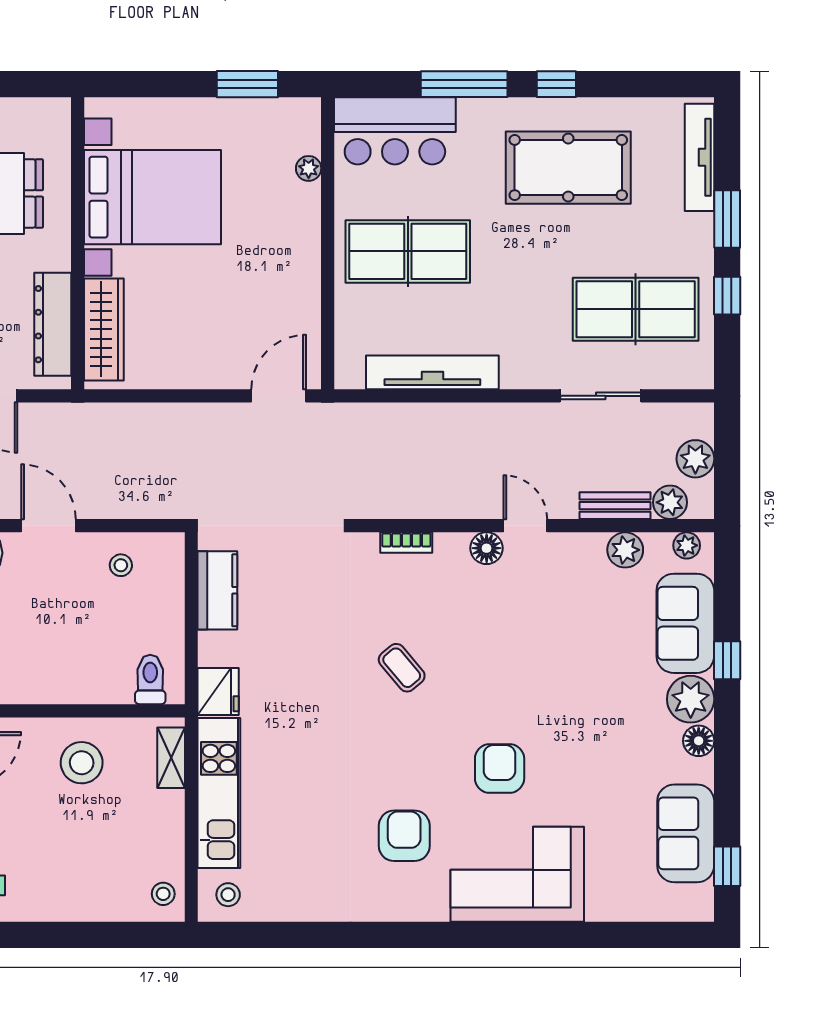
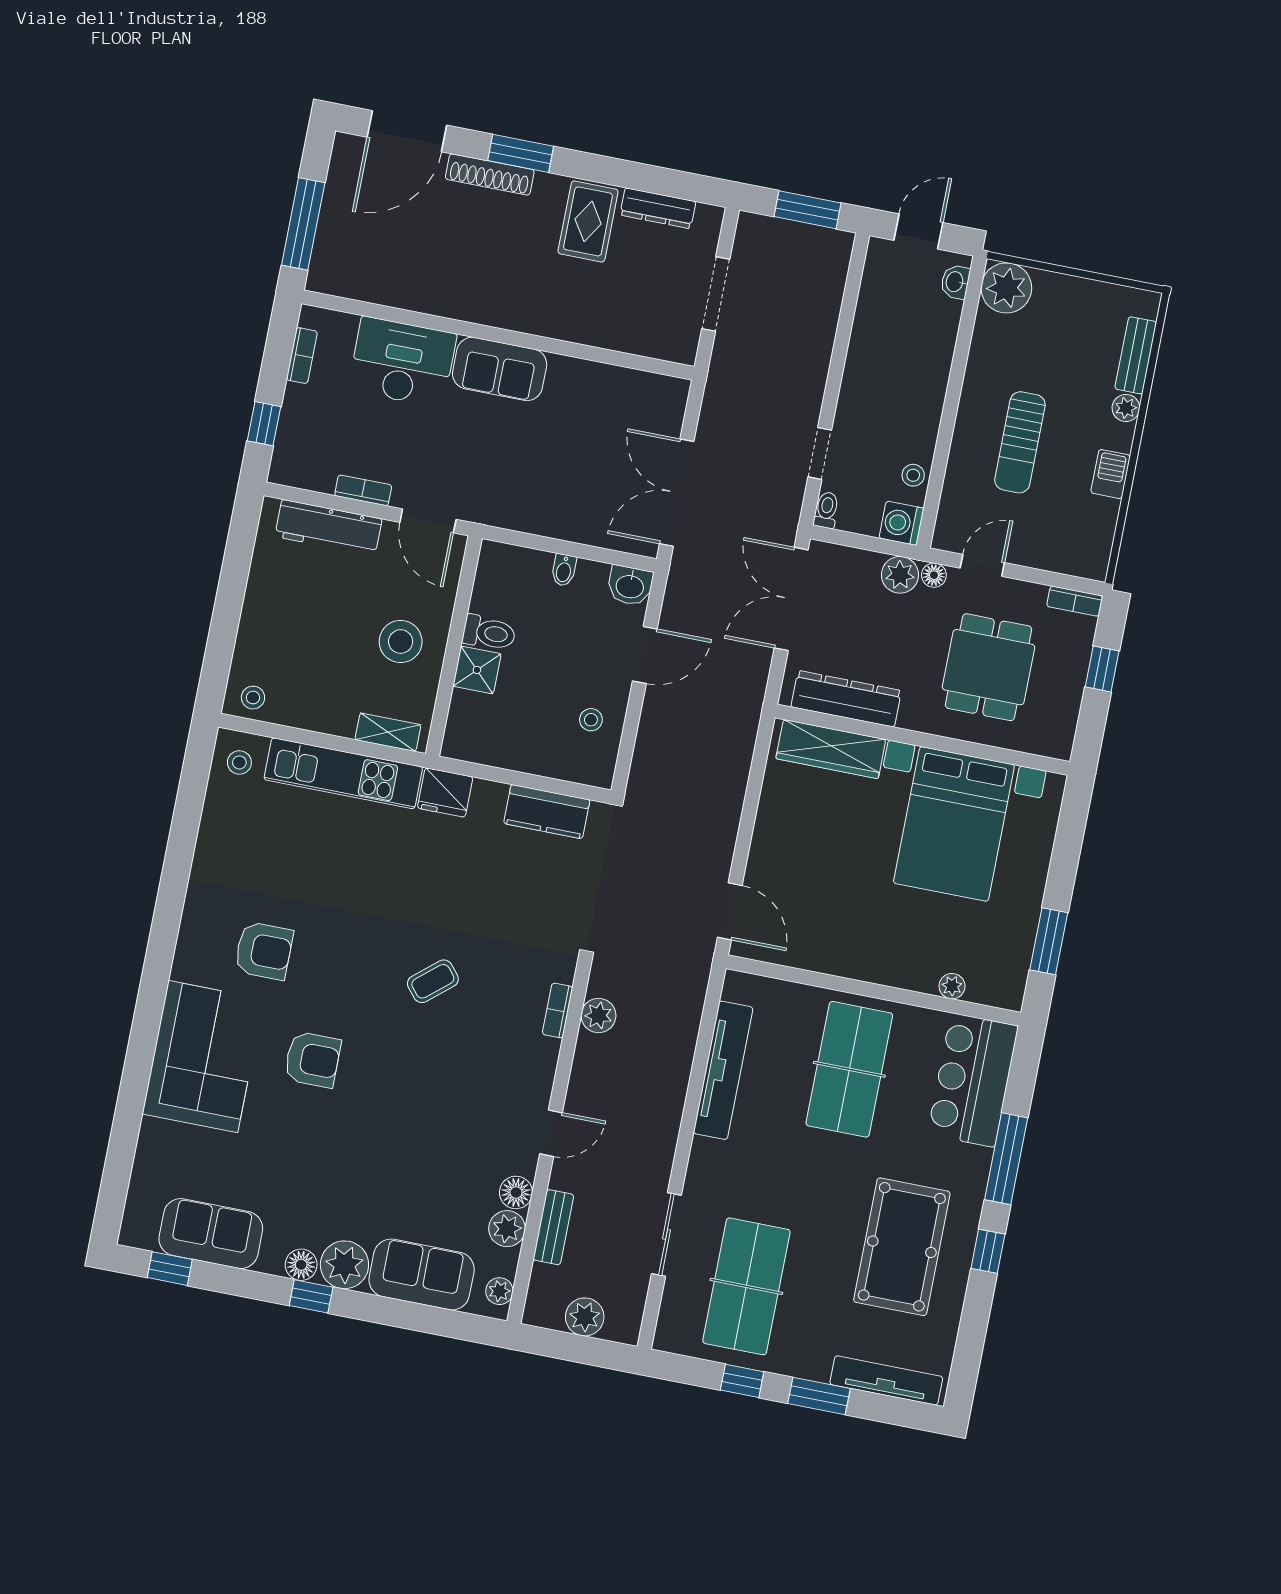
plant: (670, 502) -> (599, 1016), moved
floor lamp: (487, 548) -> (516, 1192), moved
window: (727, 660) -> (311, 1296), moved
toilet: (150, 679) -> (489, 633), moved
shower: (95, 684) -> (477, 670), added

